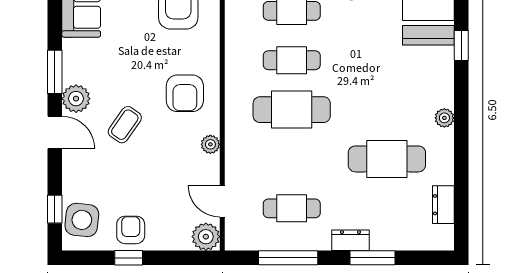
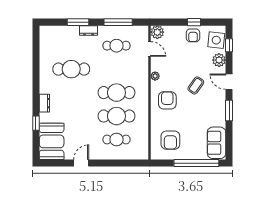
cafe table: (292, 60) -> (116, 116), width x1.37, depth x1.35
plant: (76, 99) -> (219, 60), moved
plant: (444, 118) -> (44, 89), removed
dresser: (443, 205) -> (44, 103), moved

